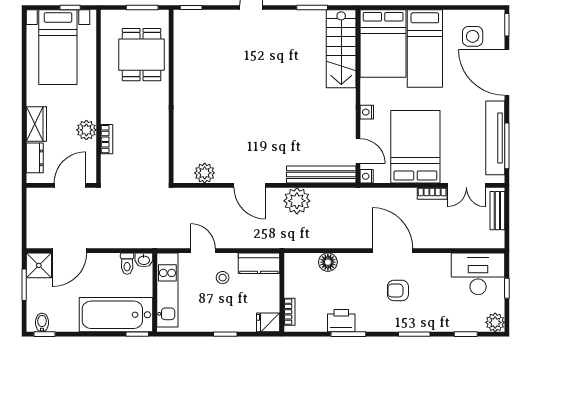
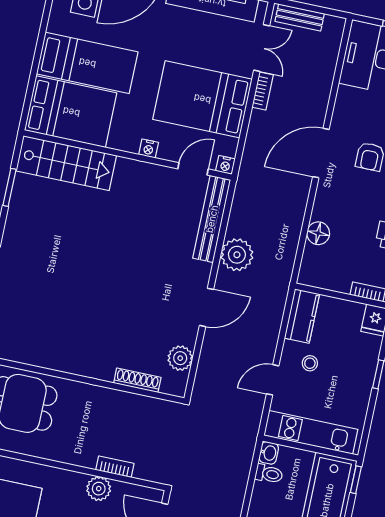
shoe rack: (180, 142) -> (137, 380), added

